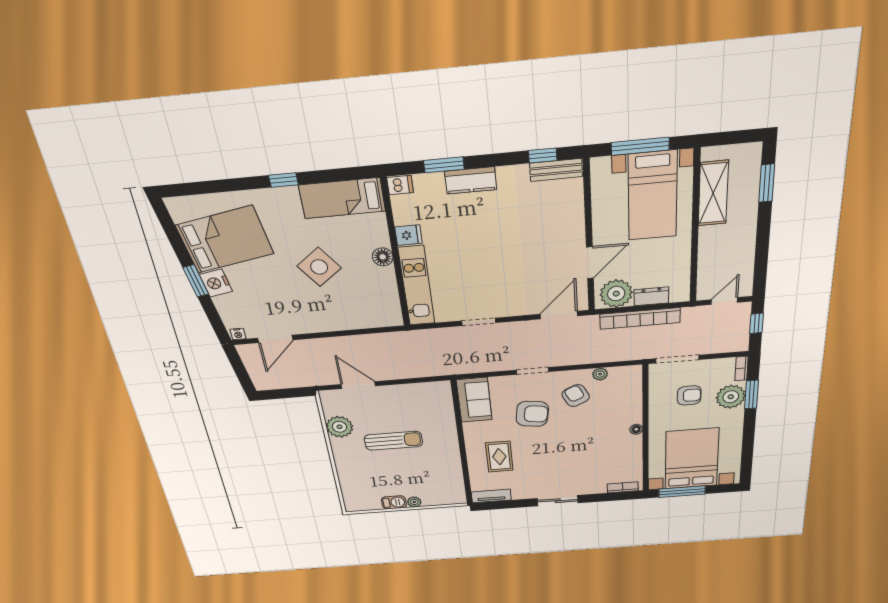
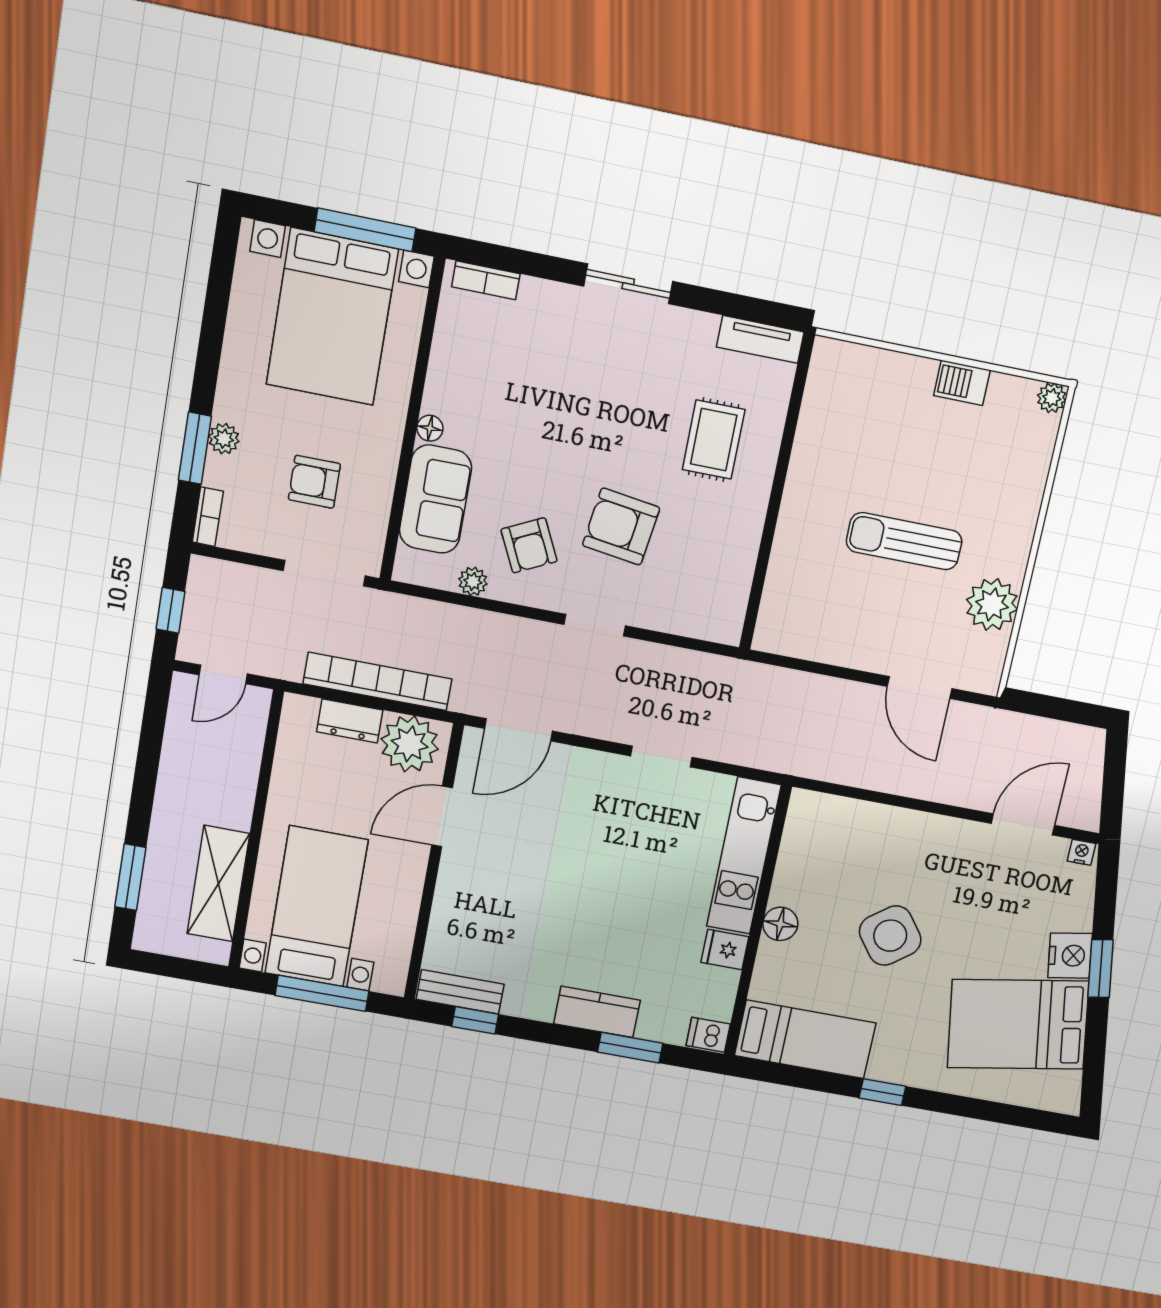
plant: (731, 397) -> (224, 439), width x0.53, depth x0.53
sofa: (474, 400) -> (435, 499), moved, turned 180
plant: (414, 502) -> (1052, 398), moved

